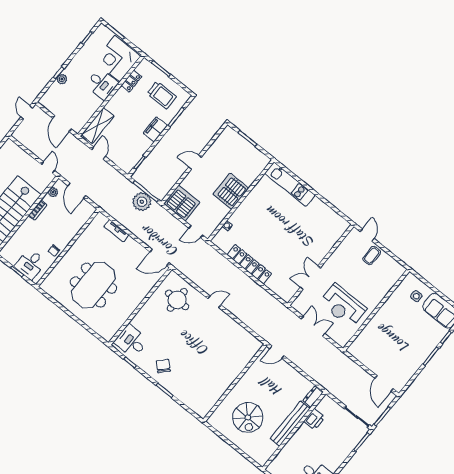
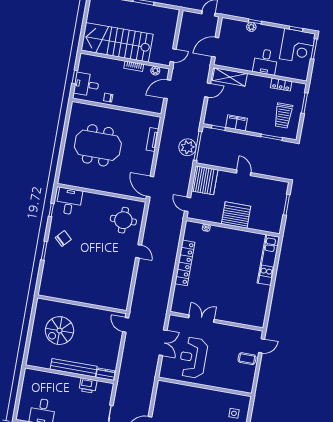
corner desk: (118, 59) -> (297, 46), moved, turned 180
filing cabinet: (155, 129) -> (236, 123), moved

